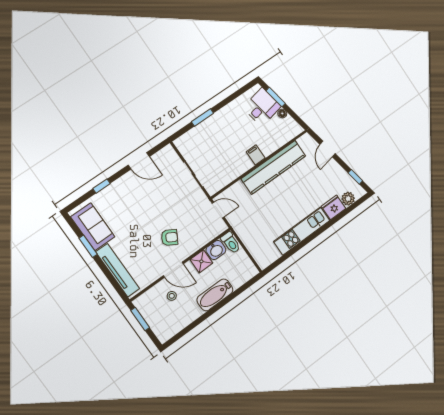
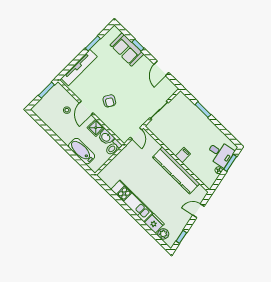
sofa: (93, 227) -> (127, 49), moved, turned 90
bathtub: (215, 295) -> (82, 151), moved

